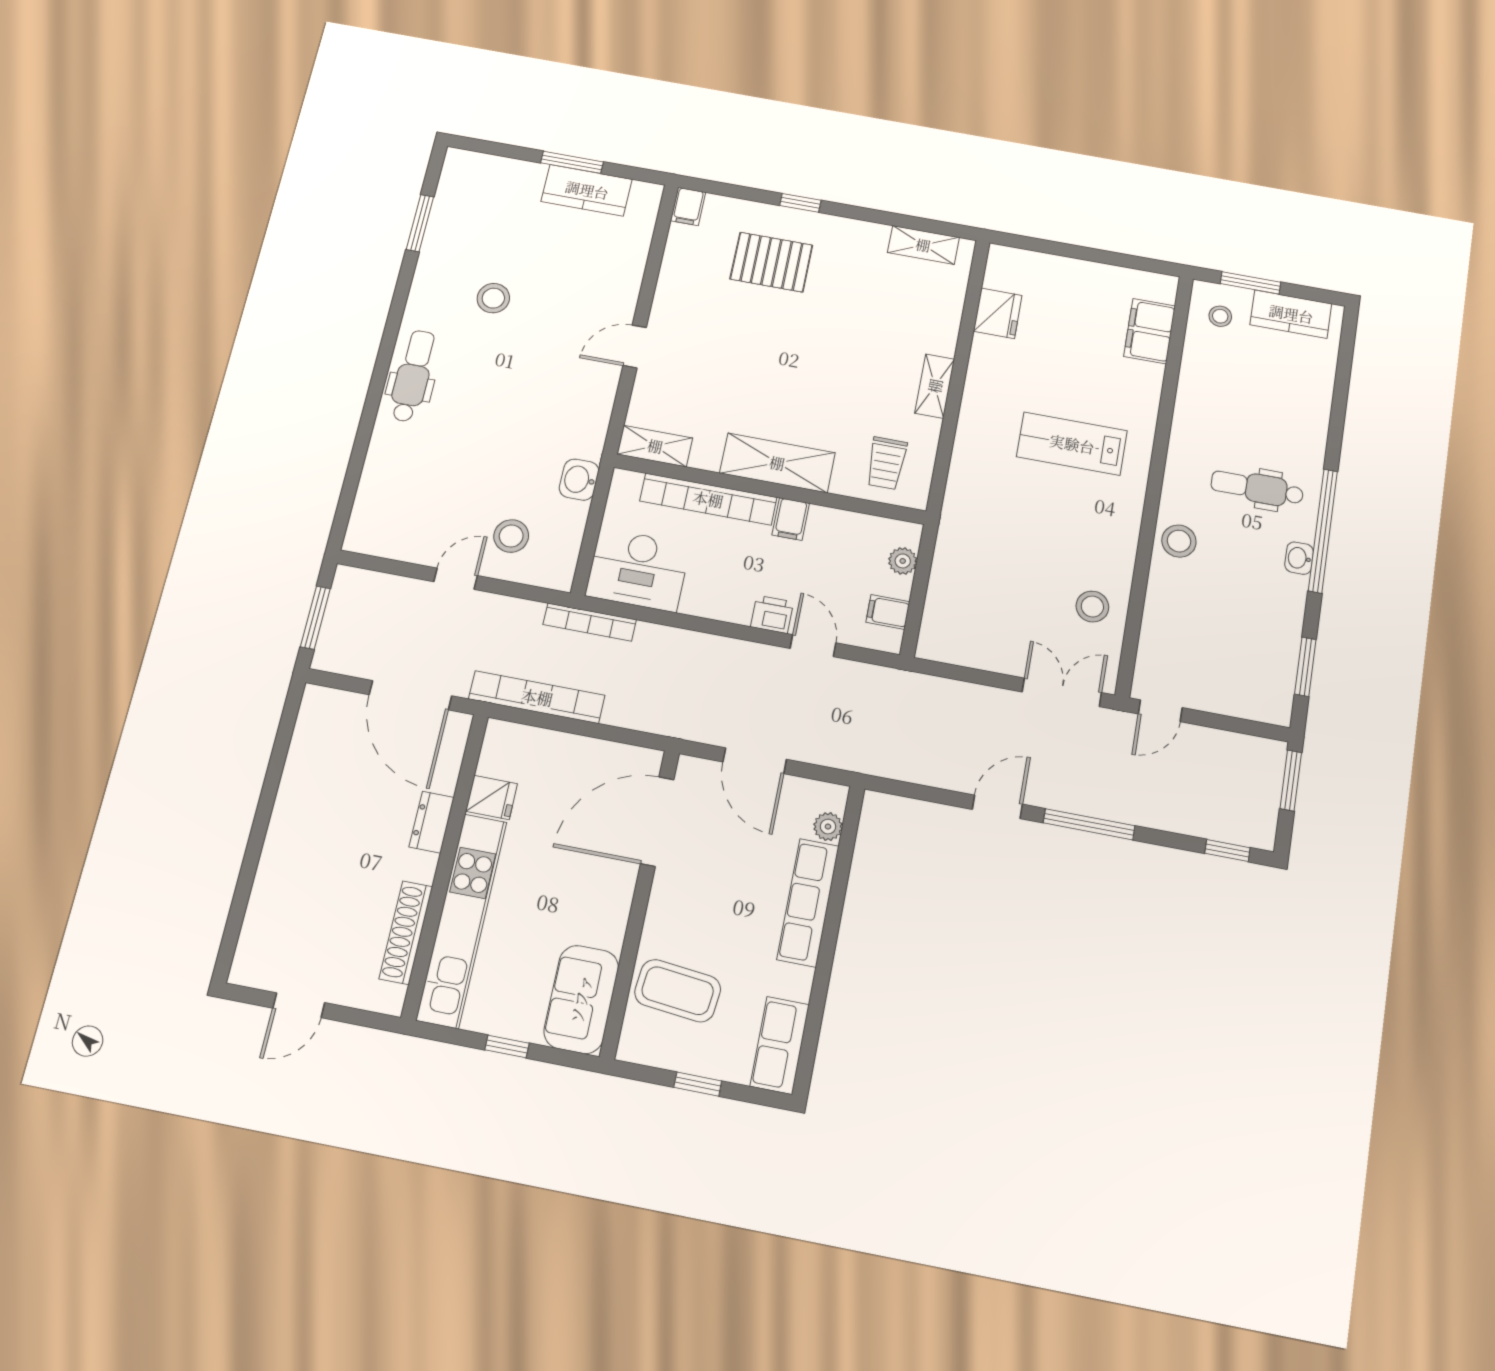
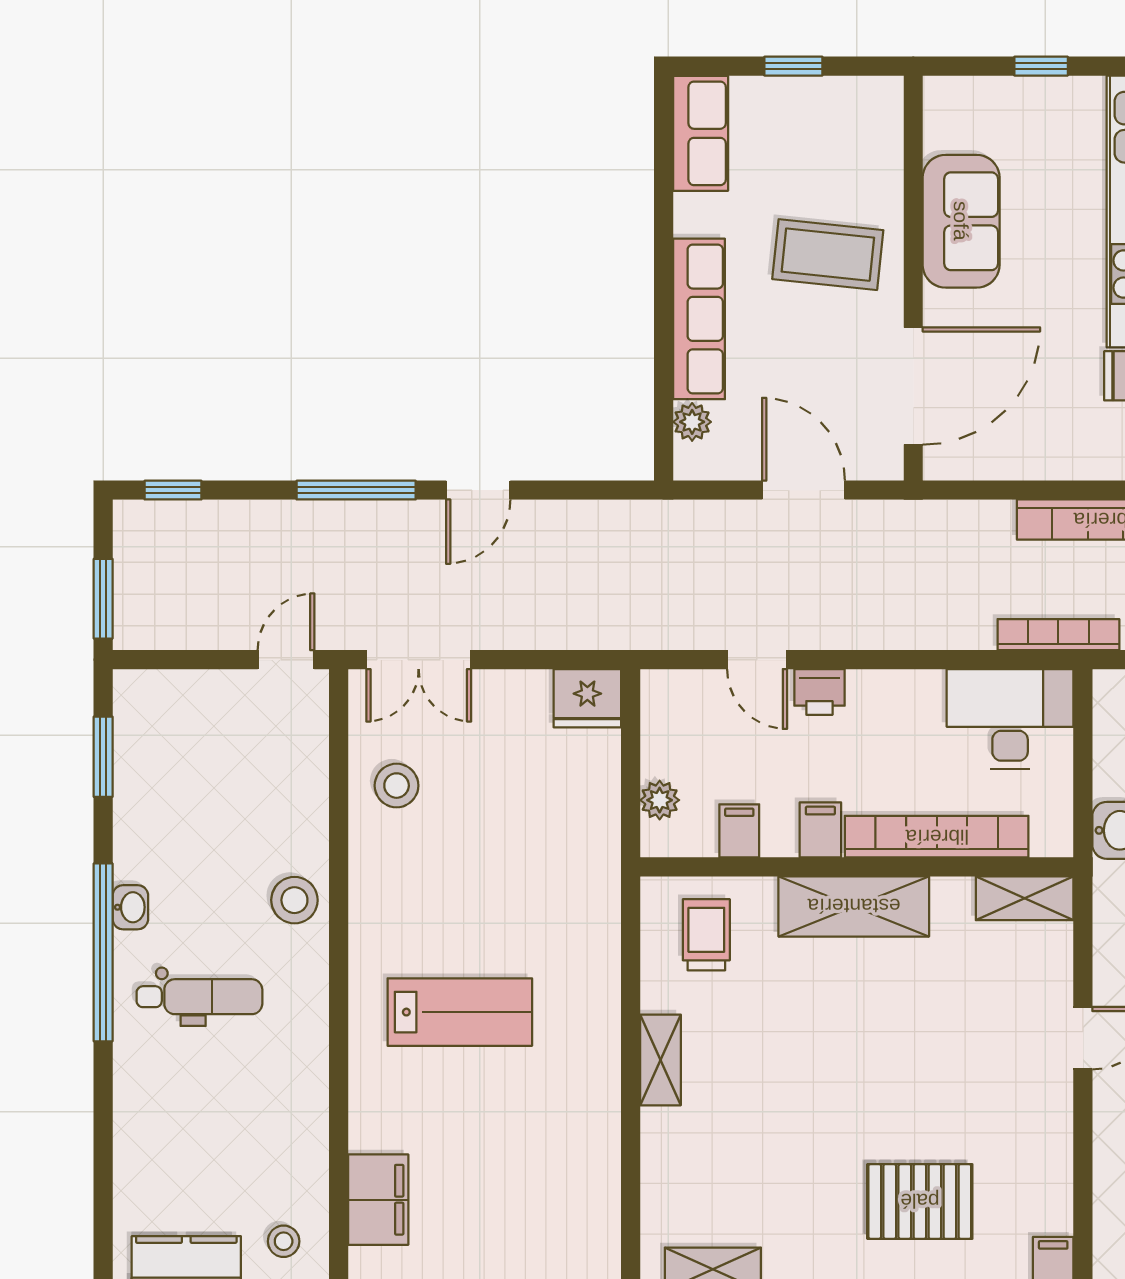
fridge: (998, 313) -> (587, 698), moved, turned -90
filing cabinet: (888, 612) -> (739, 831), moved, turned -90
coffee table: (678, 991) -> (828, 255), moved
sofa: (581, 999) -> (961, 221), moved

